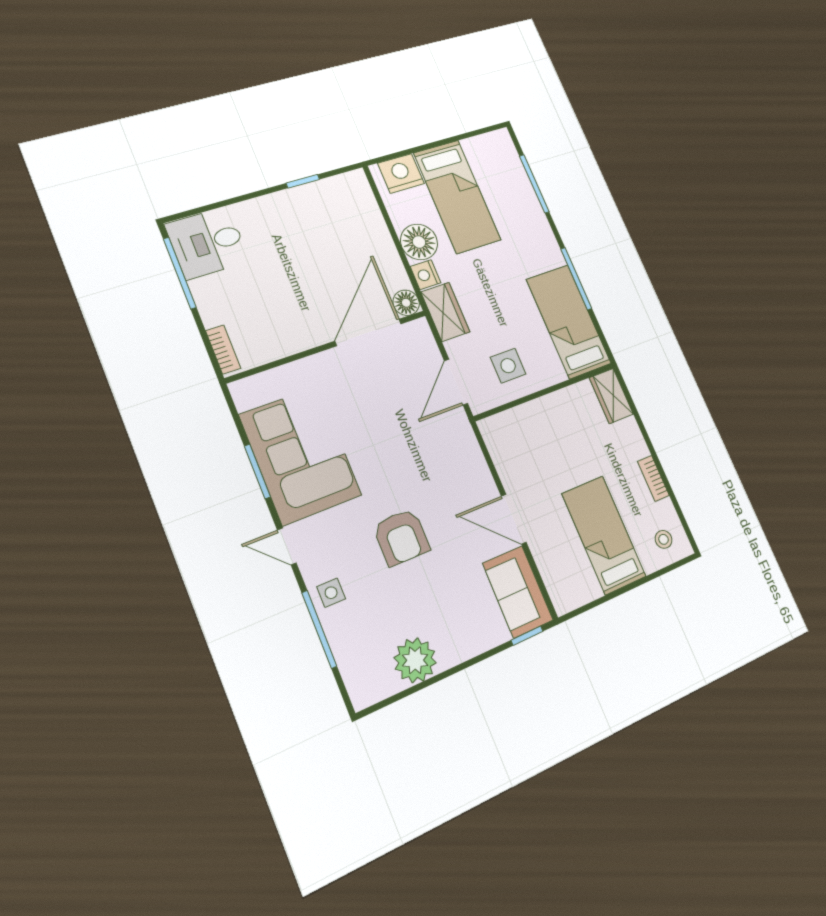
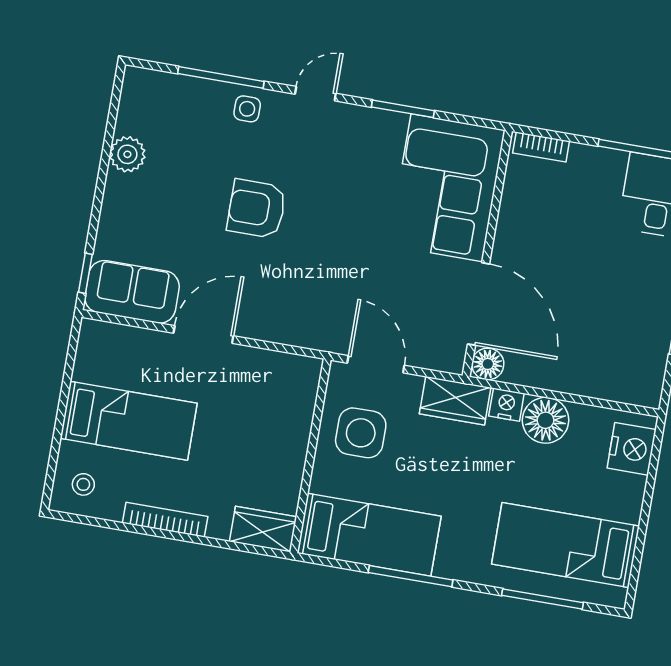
bed: (457, 196) -> (566, 545), moved
side table: (508, 366) -> (361, 433), width x1.37, depth x1.37
corner sofa: (300, 455) -> (447, 188), moved, turned 90
bookcase: (653, 478) -> (165, 520), width x1.56
plant: (415, 660) -> (127, 154), width x0.73, depth x0.73

